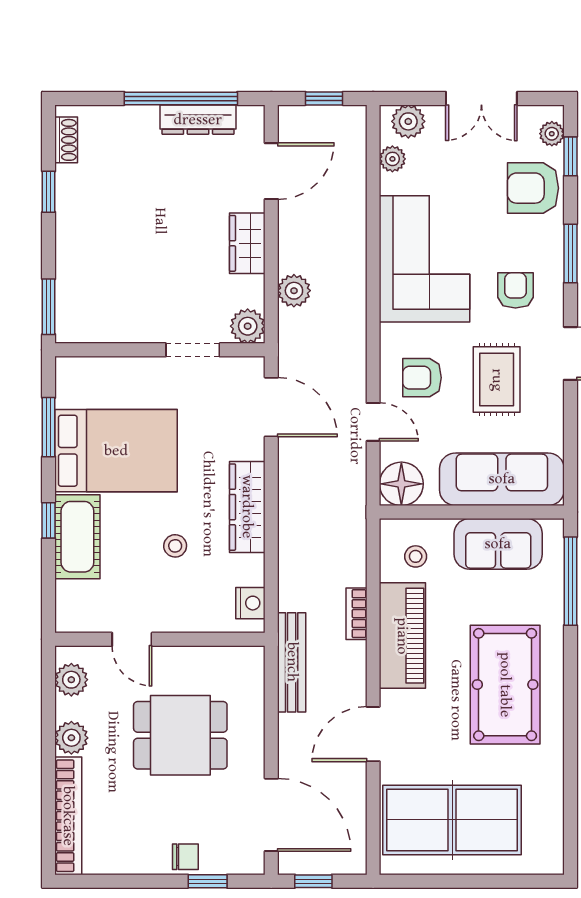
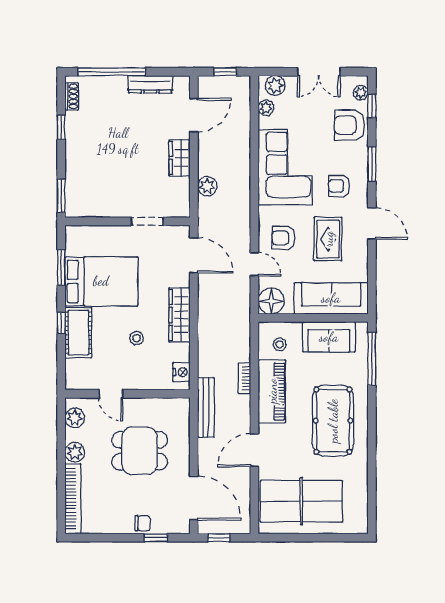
window: (181, 98) -> (112, 72), moved
armchair: (515, 290) -> (339, 186), turned -90
plant: (248, 326) -> (180, 207), removed

